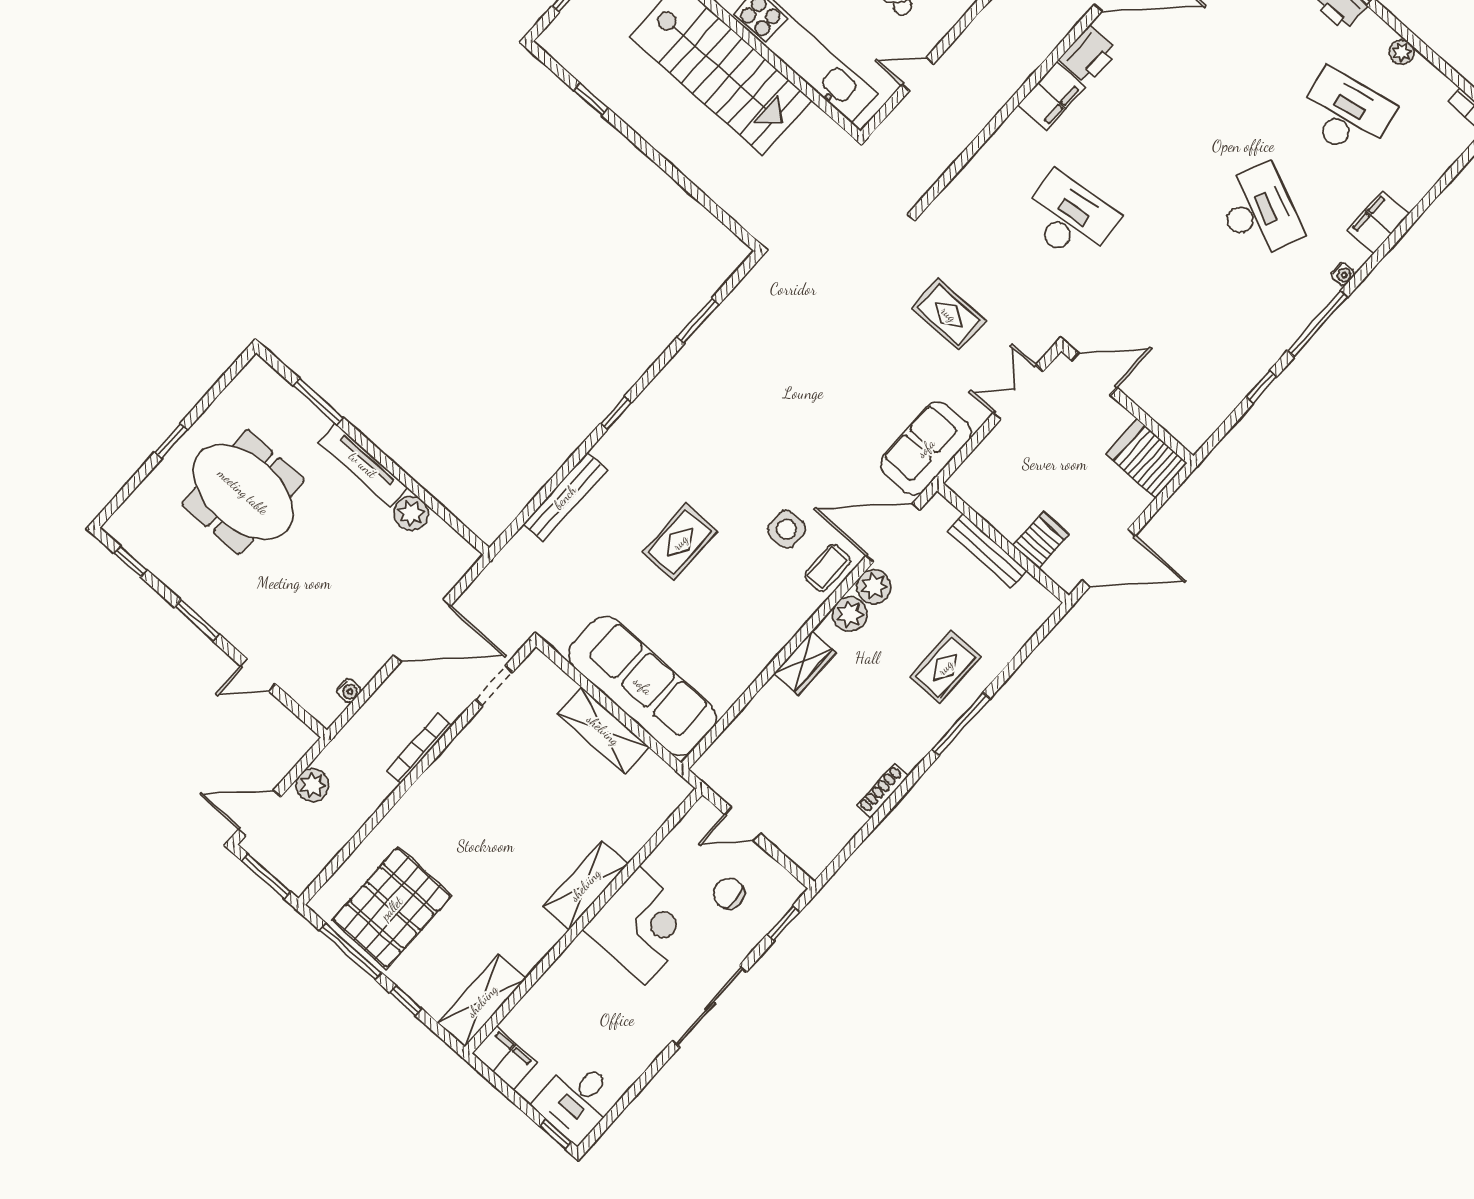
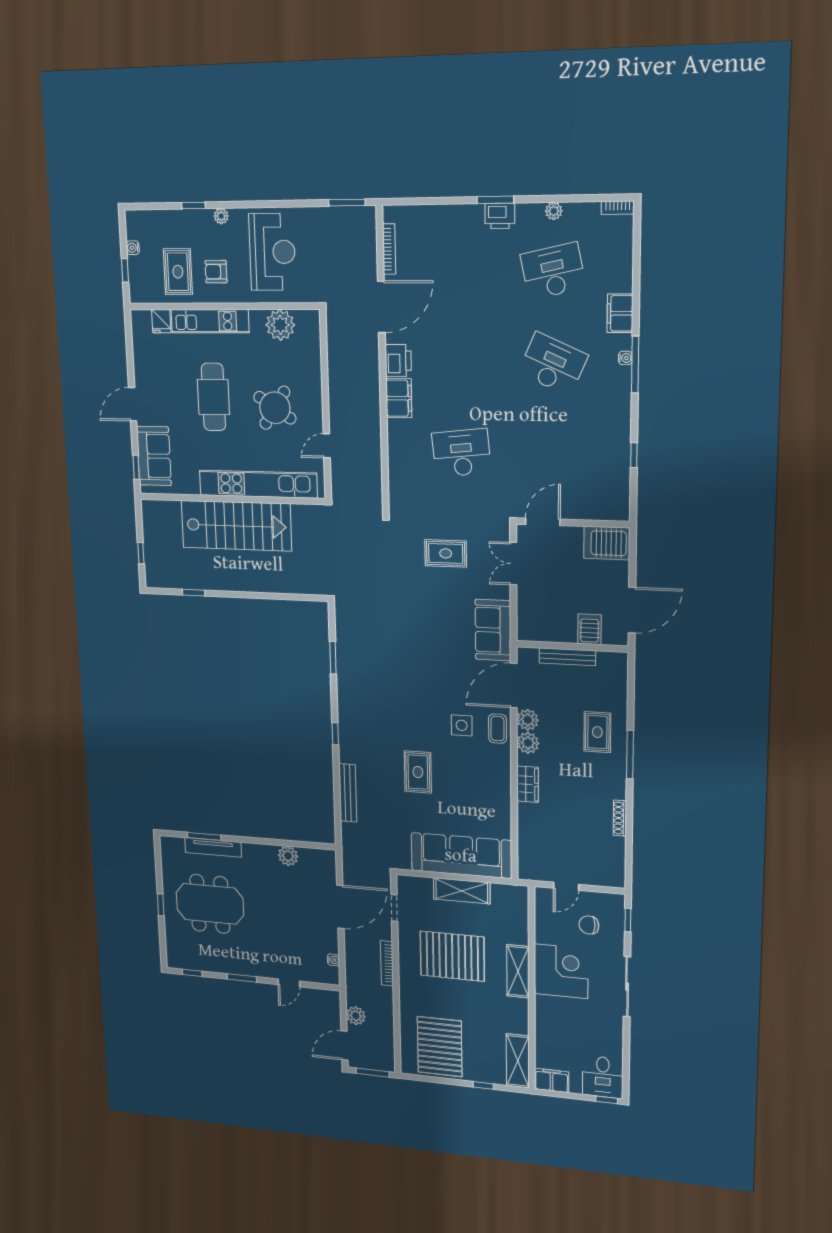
window: (1317, 324) -> (635, 365), moved
tv unit: (363, 465) -> (213, 847), moved
pallet: (516, 803) -> (452, 956), added
window: (350, 951) -> (439, 1080), removed

